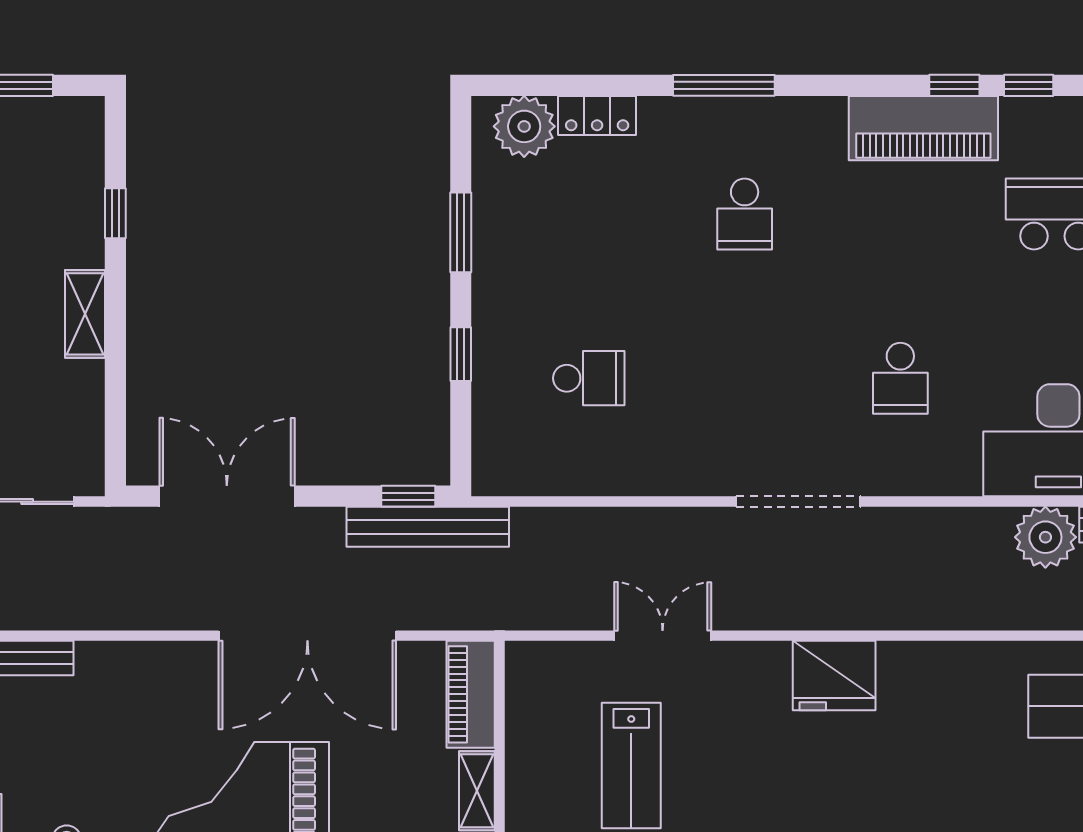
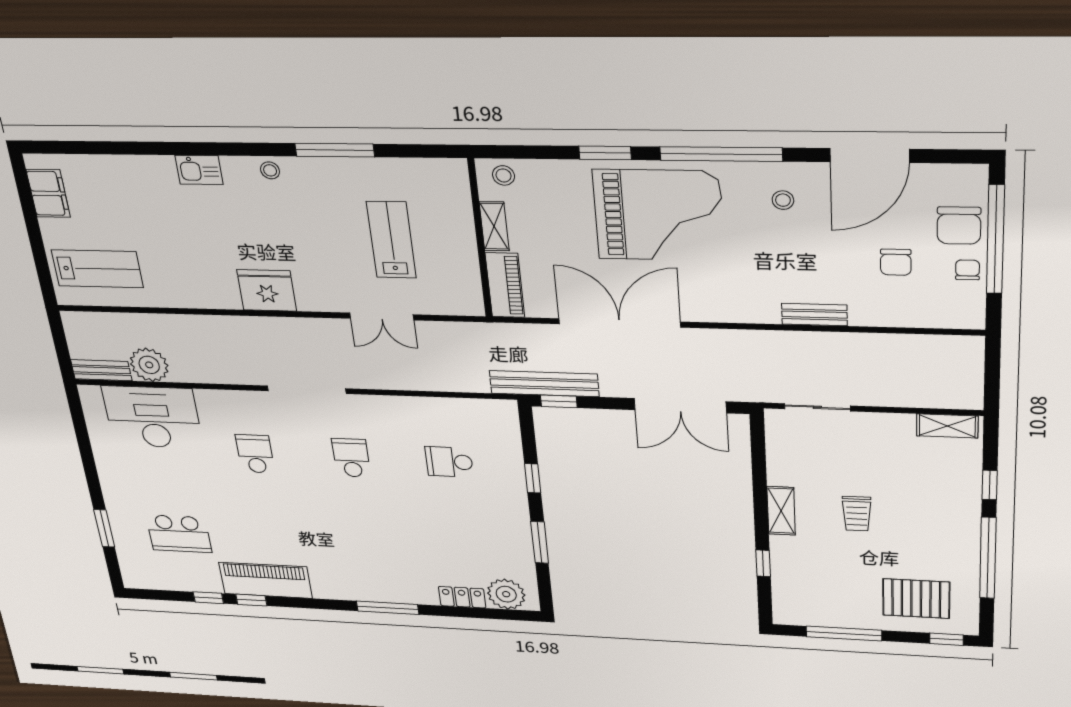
school desk: (745, 214) -> (351, 458), moved

